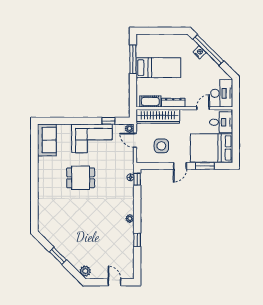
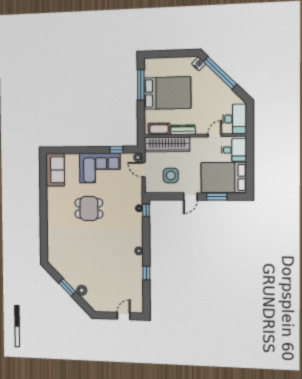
nightstand: (199, 52) -> (199, 64), moved
bed: (158, 68) -> (167, 93), width x1.50
plant: (85, 271) -> (82, 290), moved
door: (114, 282) -> (124, 316), hinge flipped

